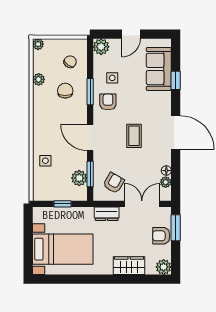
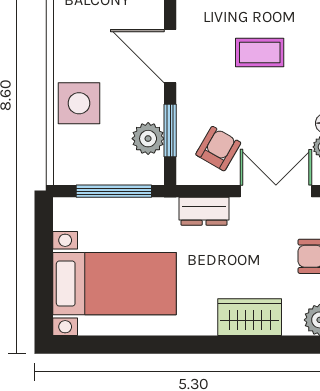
coffee table: (134, 136) -> (260, 53), turned 90
side table: (45, 161) -> (79, 103), width x1.87, depth x1.87
window: (62, 204) -> (114, 191), width x2.17

